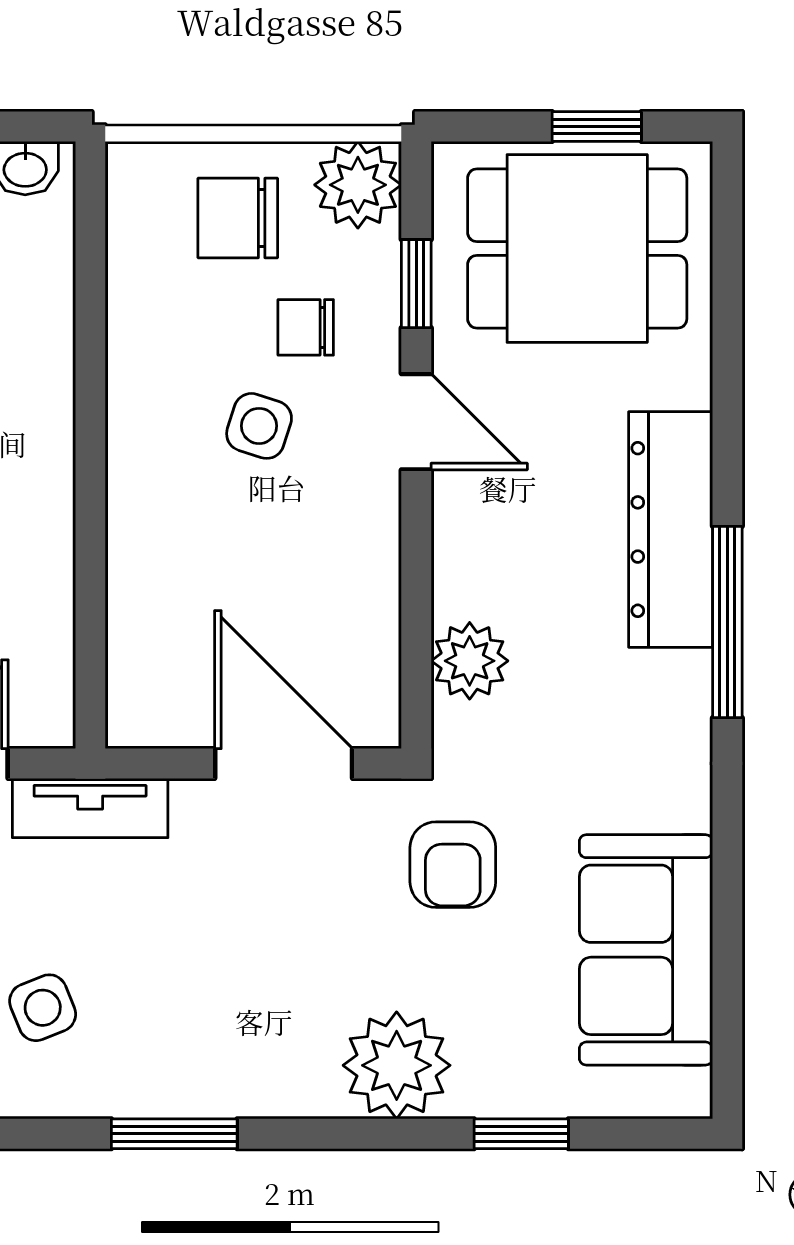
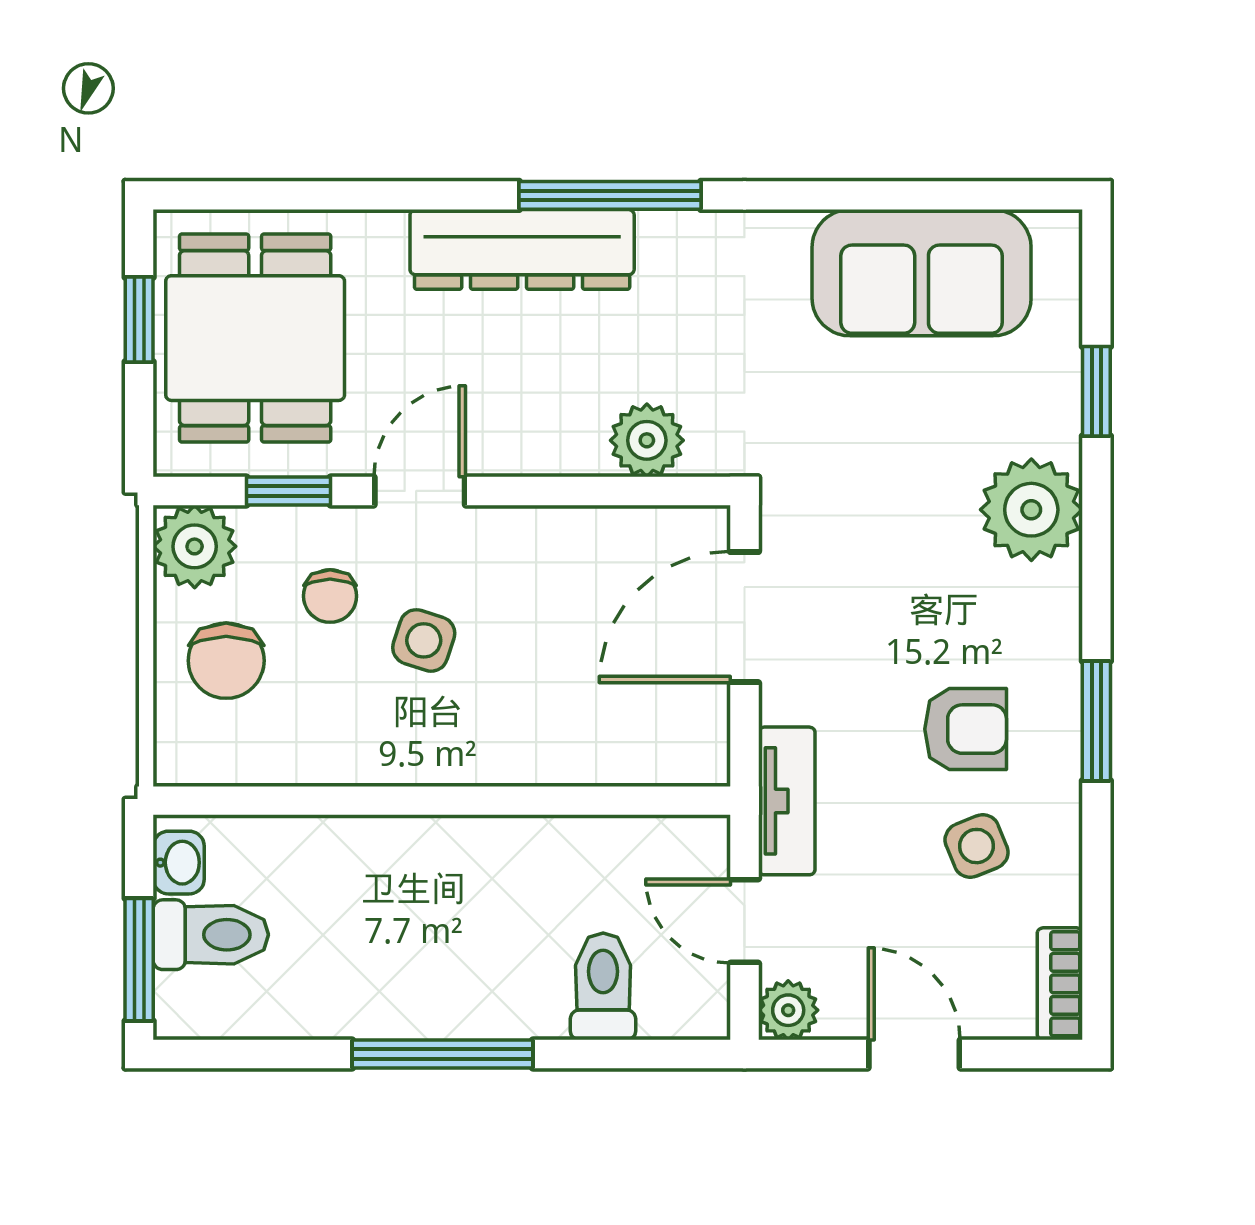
armchair: (453, 865) -> (966, 729), moved

